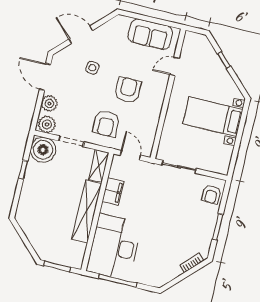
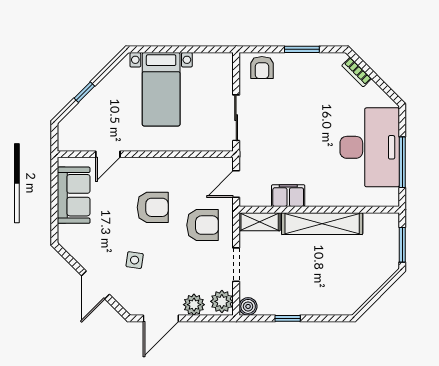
door: (174, 66) -> (108, 154), hinge flipped
armchair: (128, 90) -> (153, 207), turned 180
boiler: (43, 150) -> (248, 306), width x0.54, depth x0.54
armchair: (211, 194) -> (262, 68), turned 90
desk: (114, 247) -> (370, 147), moved, turned -90

